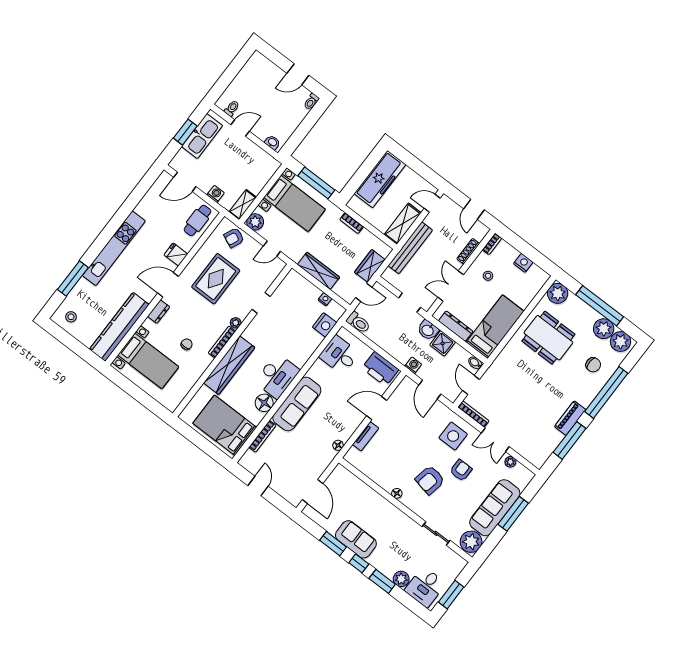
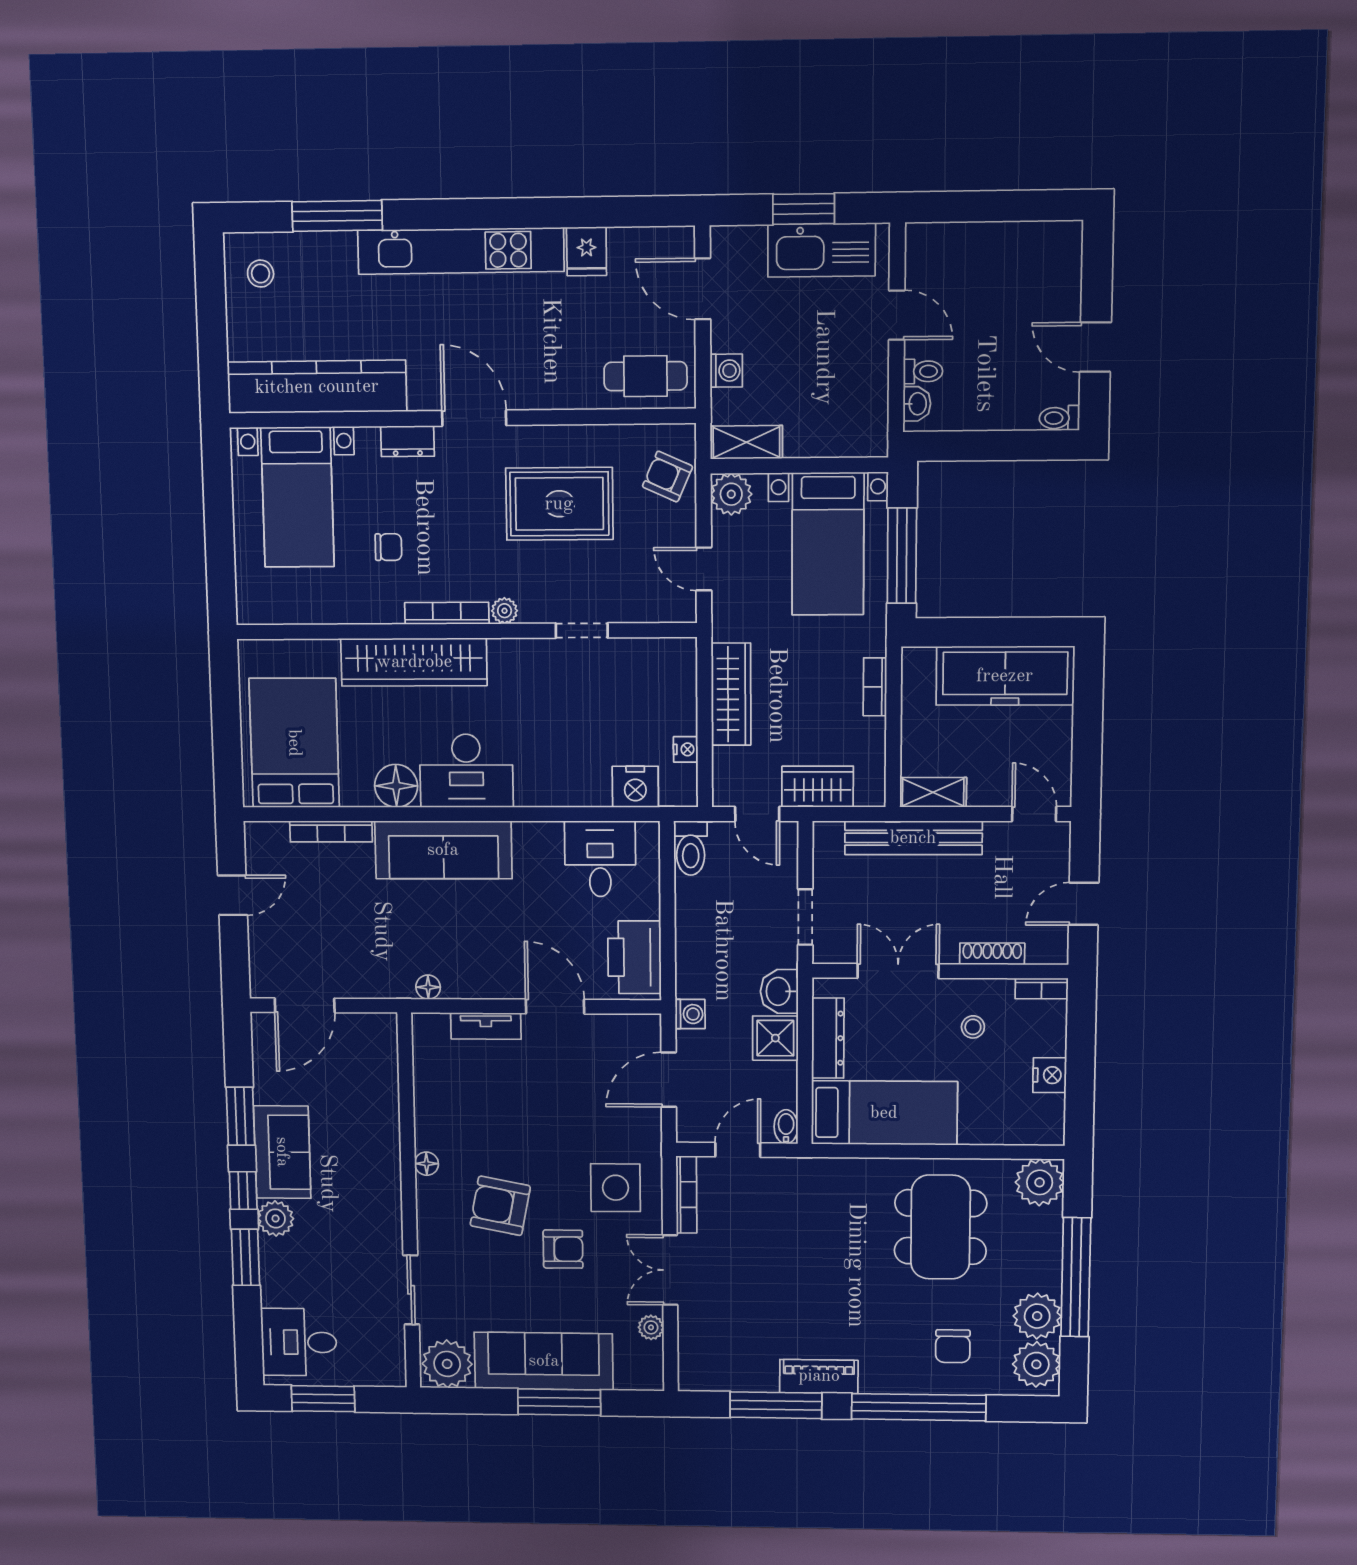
toilet: (232, 108) -> (923, 371), moved
shelving: (403, 224) -> (933, 792), width x0.67, depth x0.75
fridge: (176, 254) -> (587, 251), moved, turned 180
plant: (401, 579) -> (276, 1218), moved

